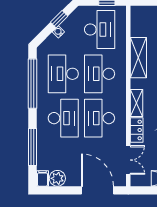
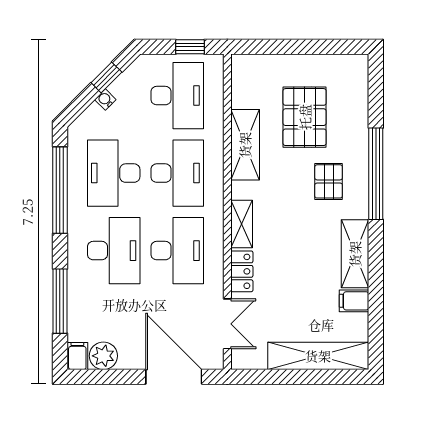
desk: (100, 74) -> (177, 173), turned 180
desk: (100, 118) -> (177, 251), turned 180

